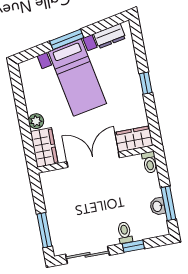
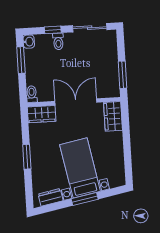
window: (146, 83) -> (27, 157), width x1.50
plant: (36, 121) -> (117, 138), removed
double door: (93, 160) -> (76, 102), swing flipped
washbasin: (158, 206) -> (29, 42), moved
window: (44, 230) -> (122, 75), moved

